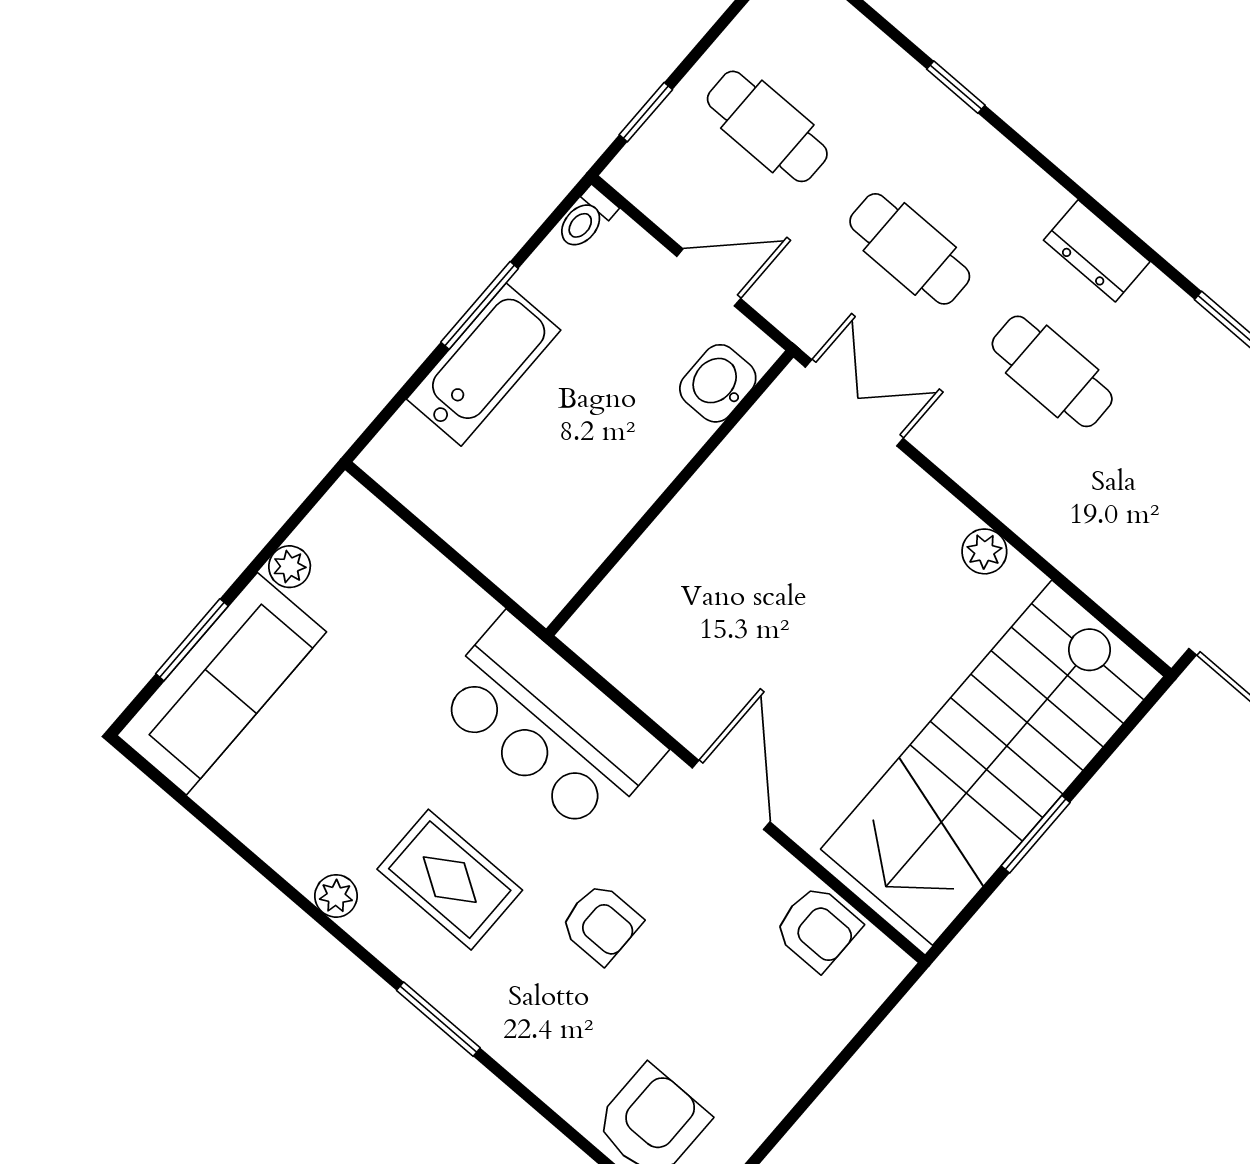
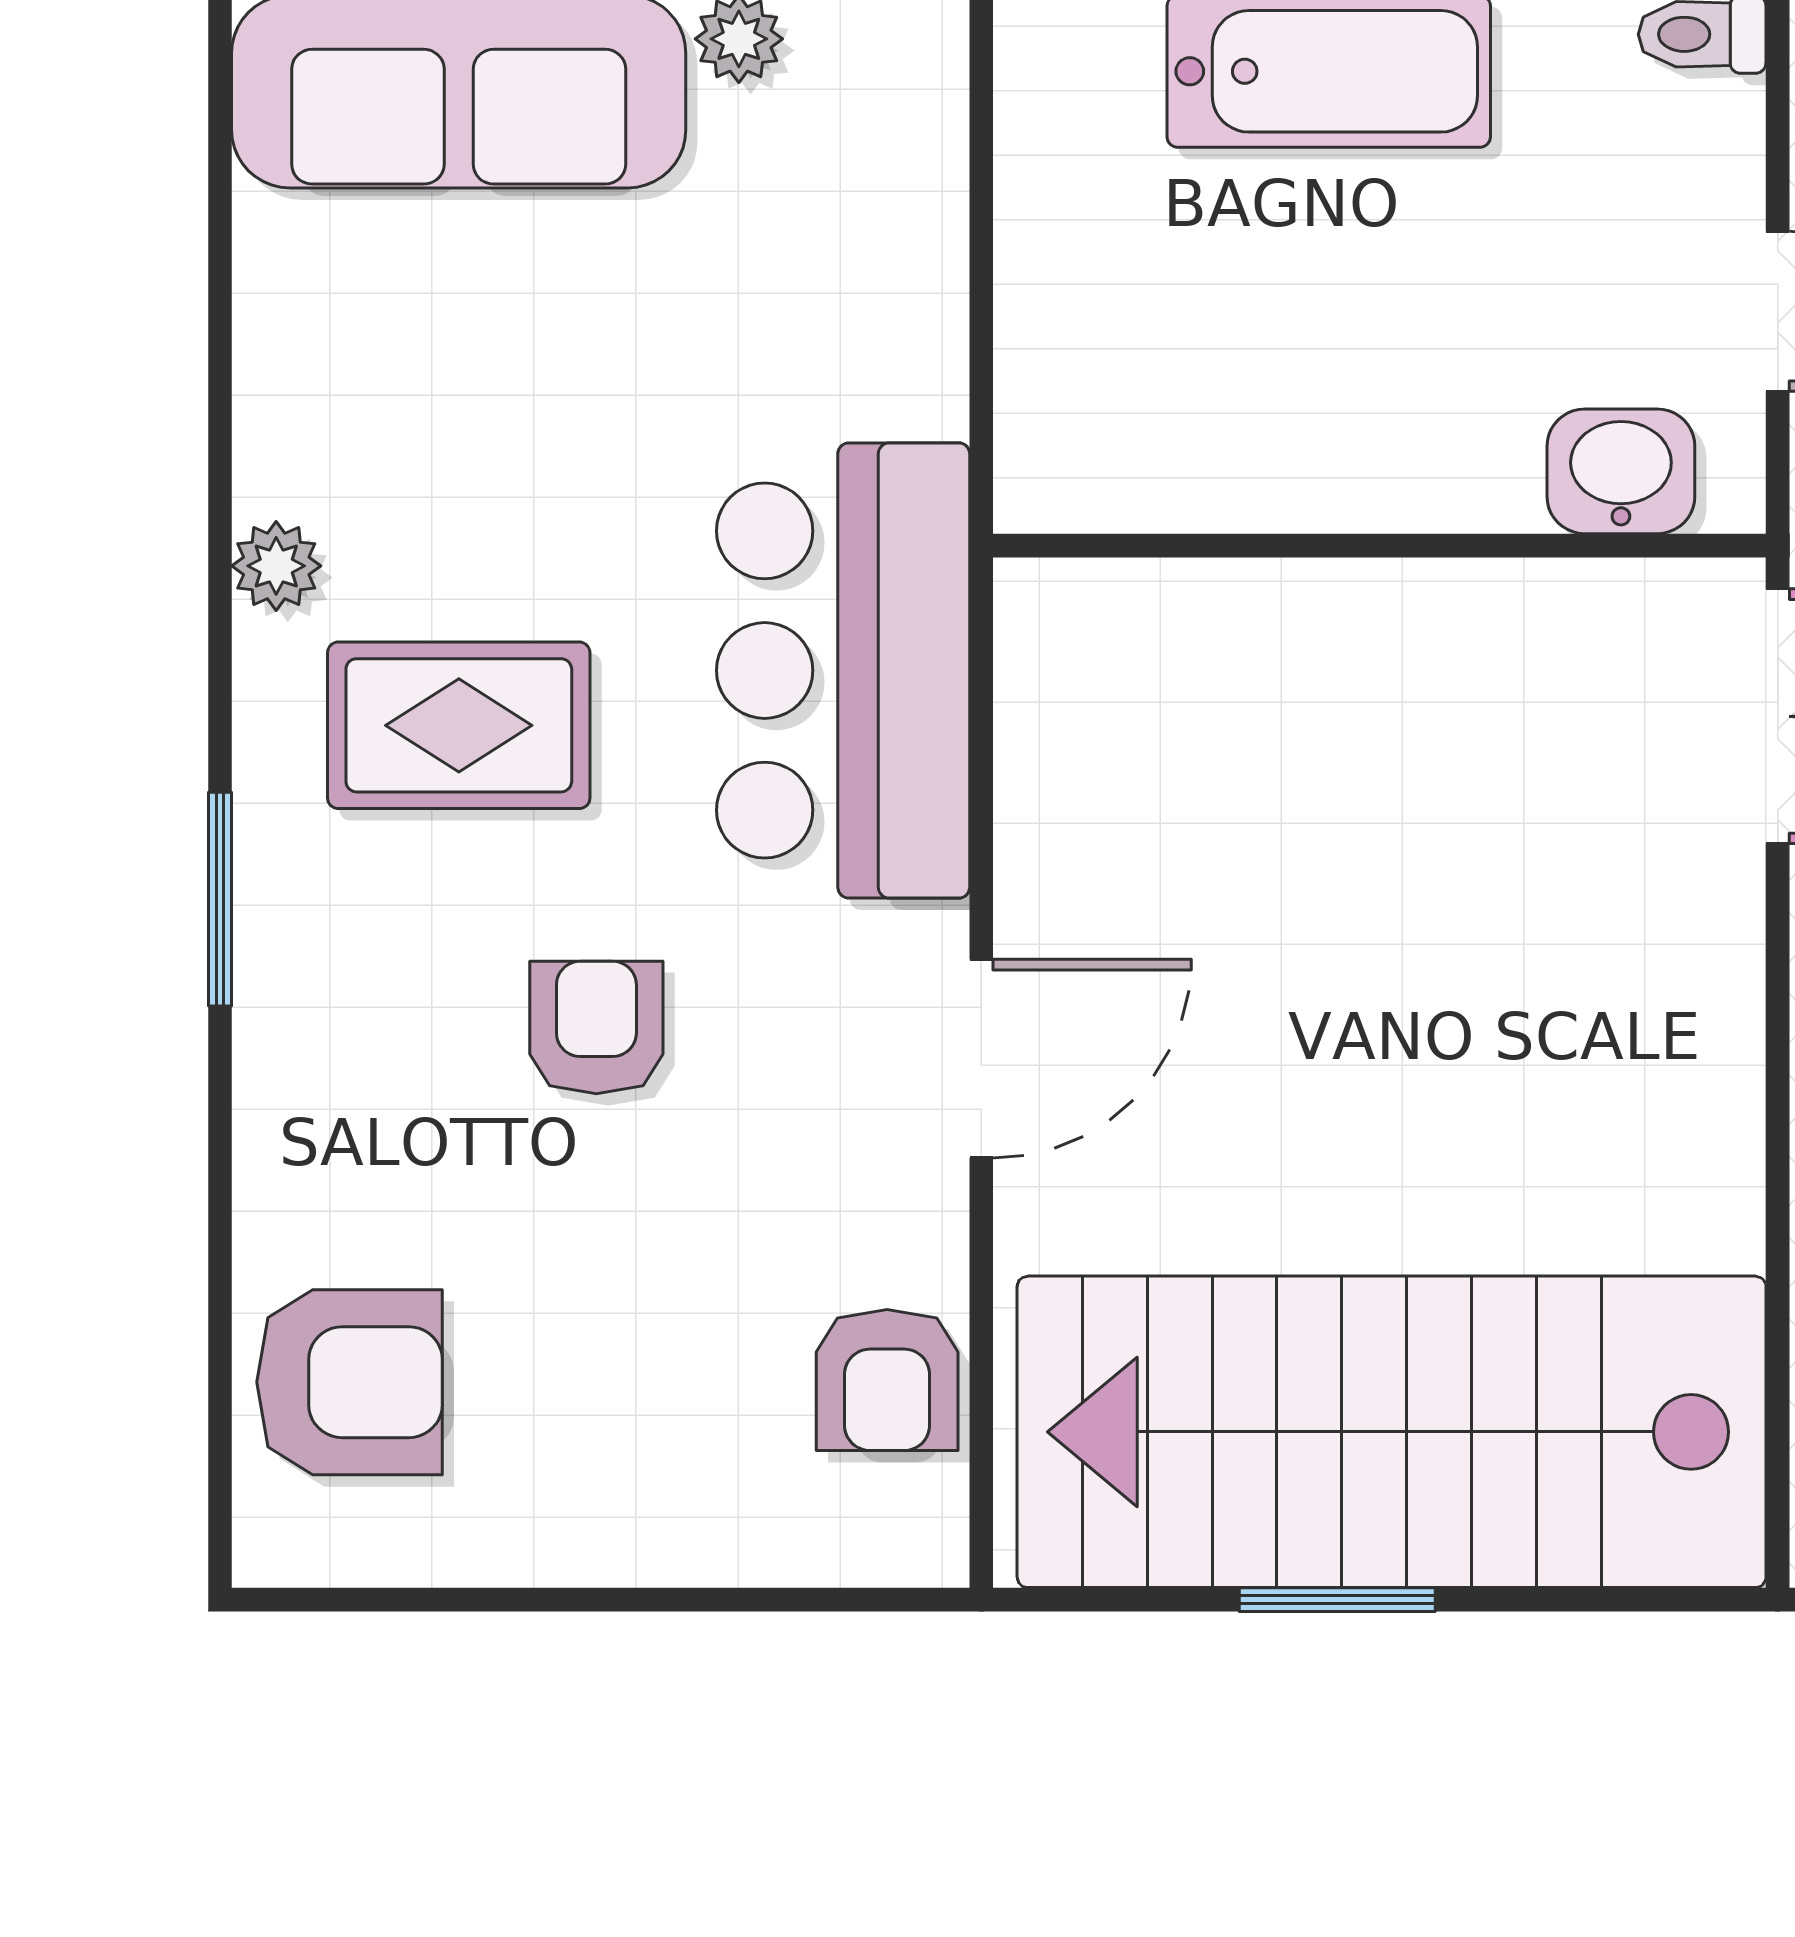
plant: (984, 551) -> (1719, 1129), removed
rug: (450, 880) -> (459, 725), turned 90
armchair: (601, 924) -> (596, 1027), turned 180

